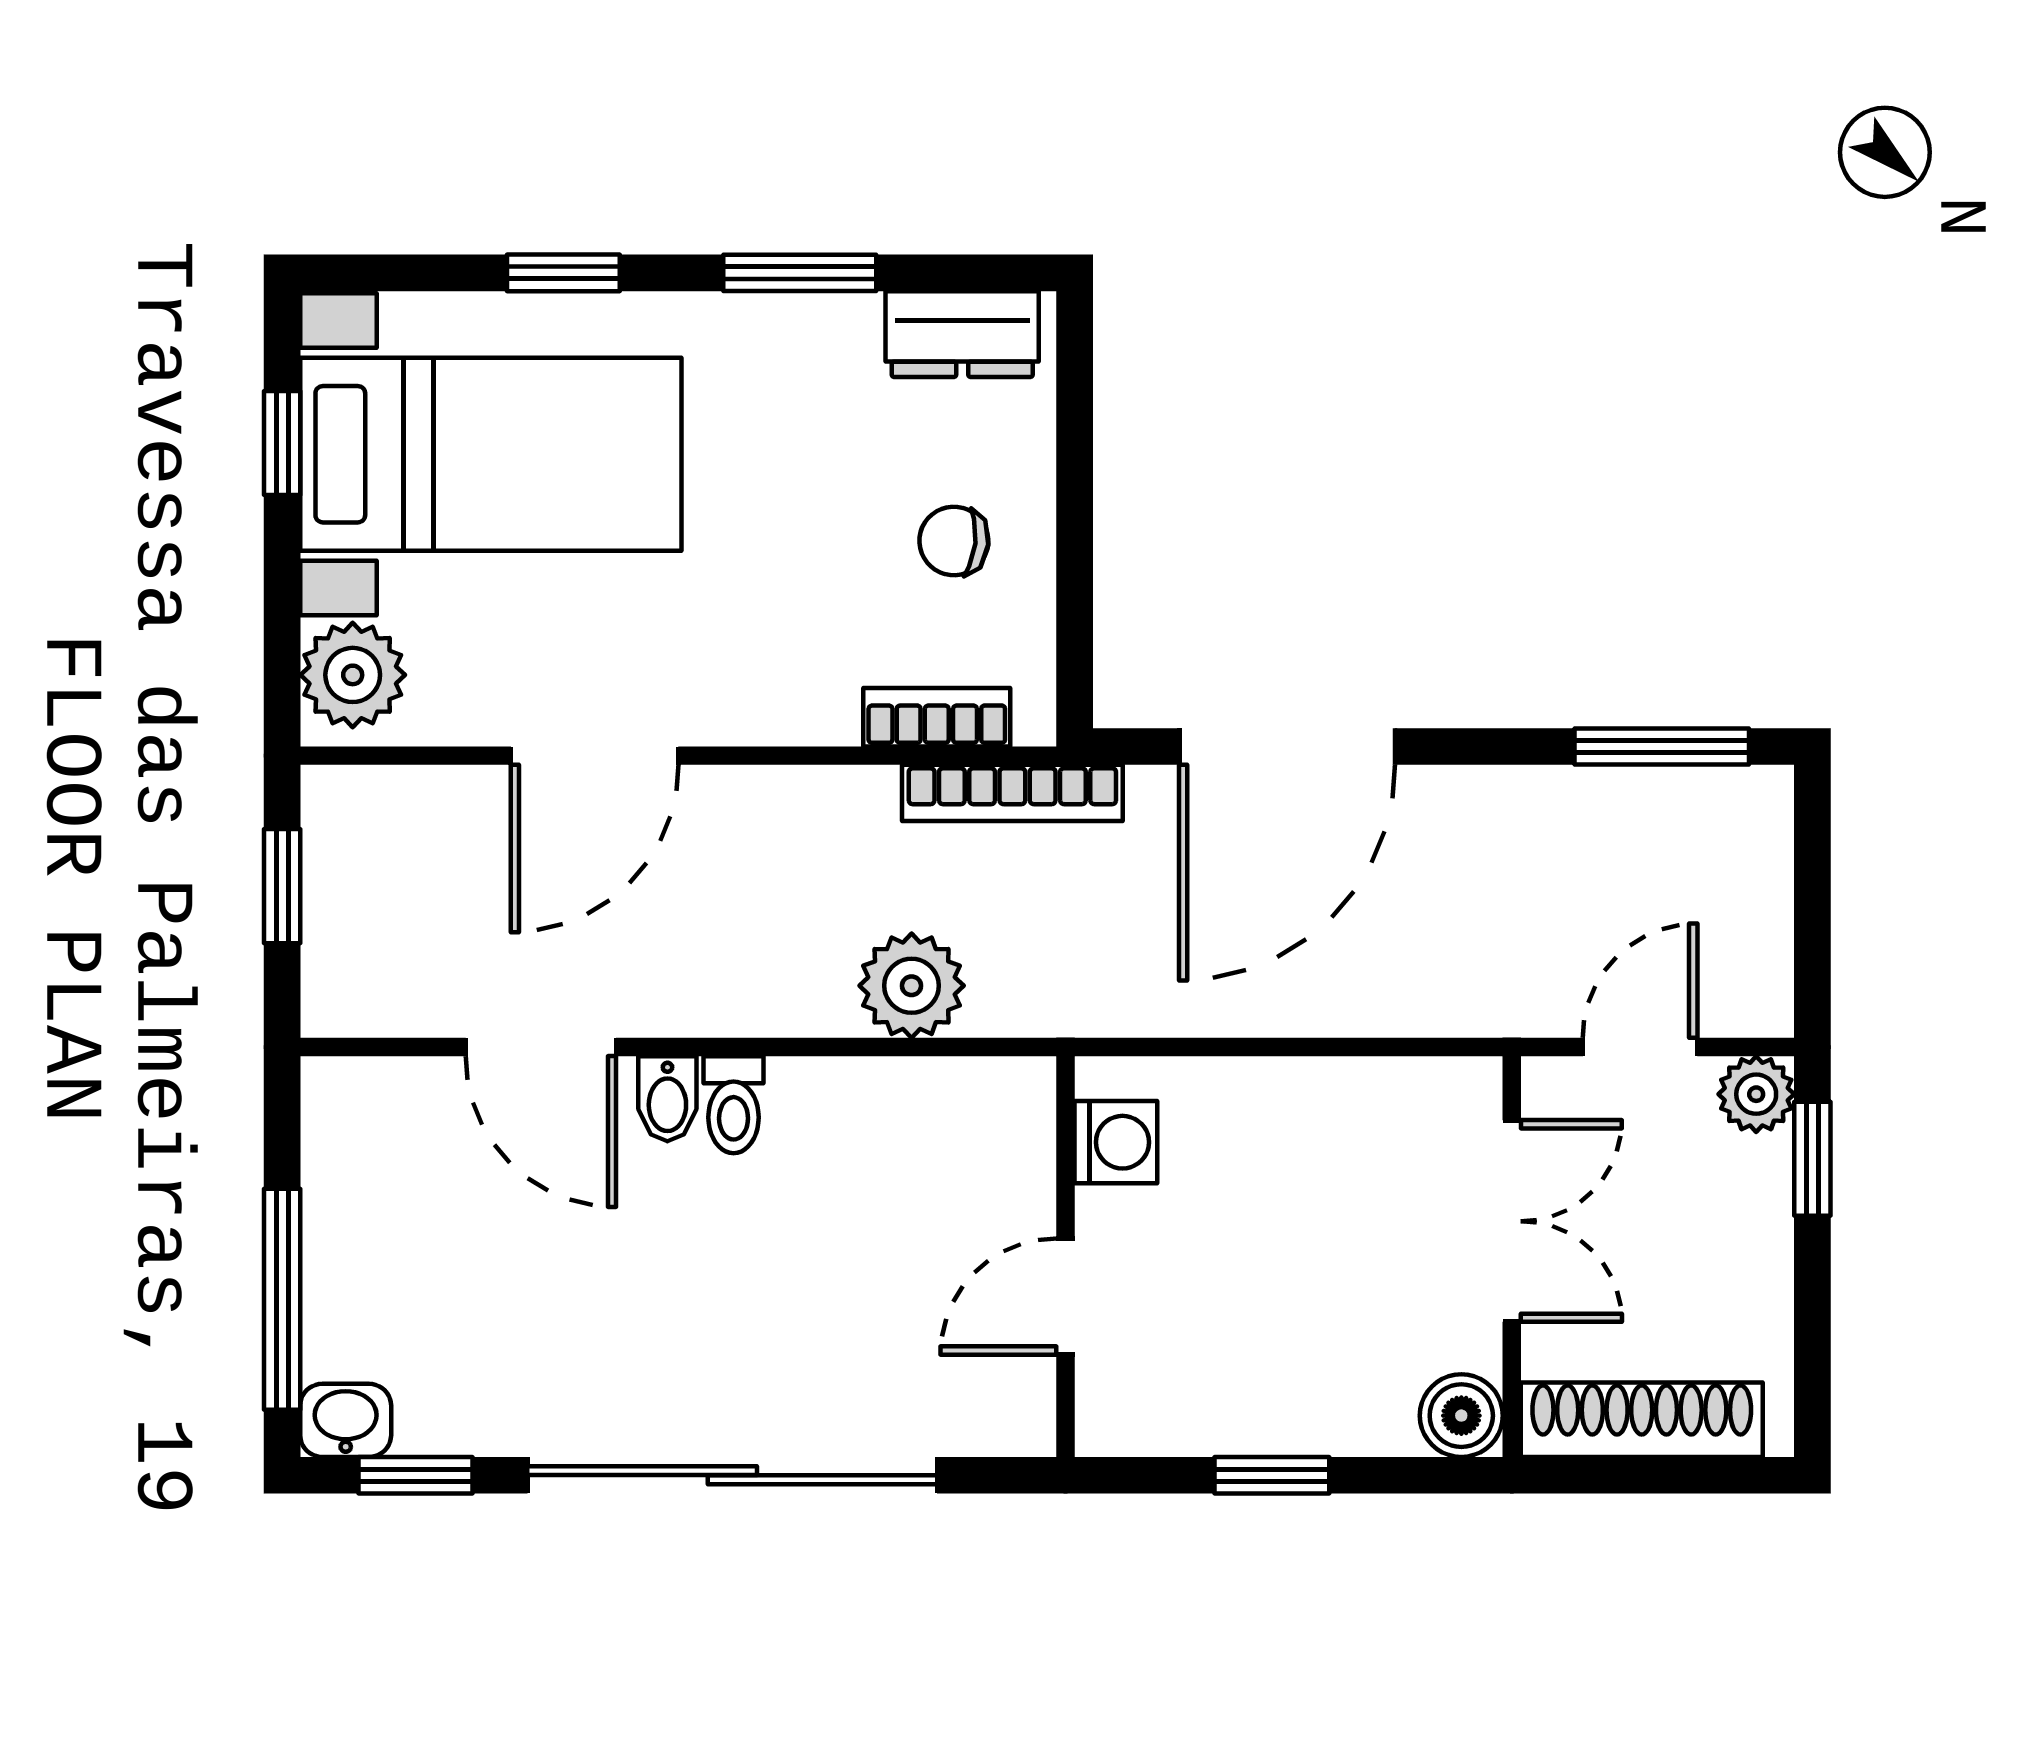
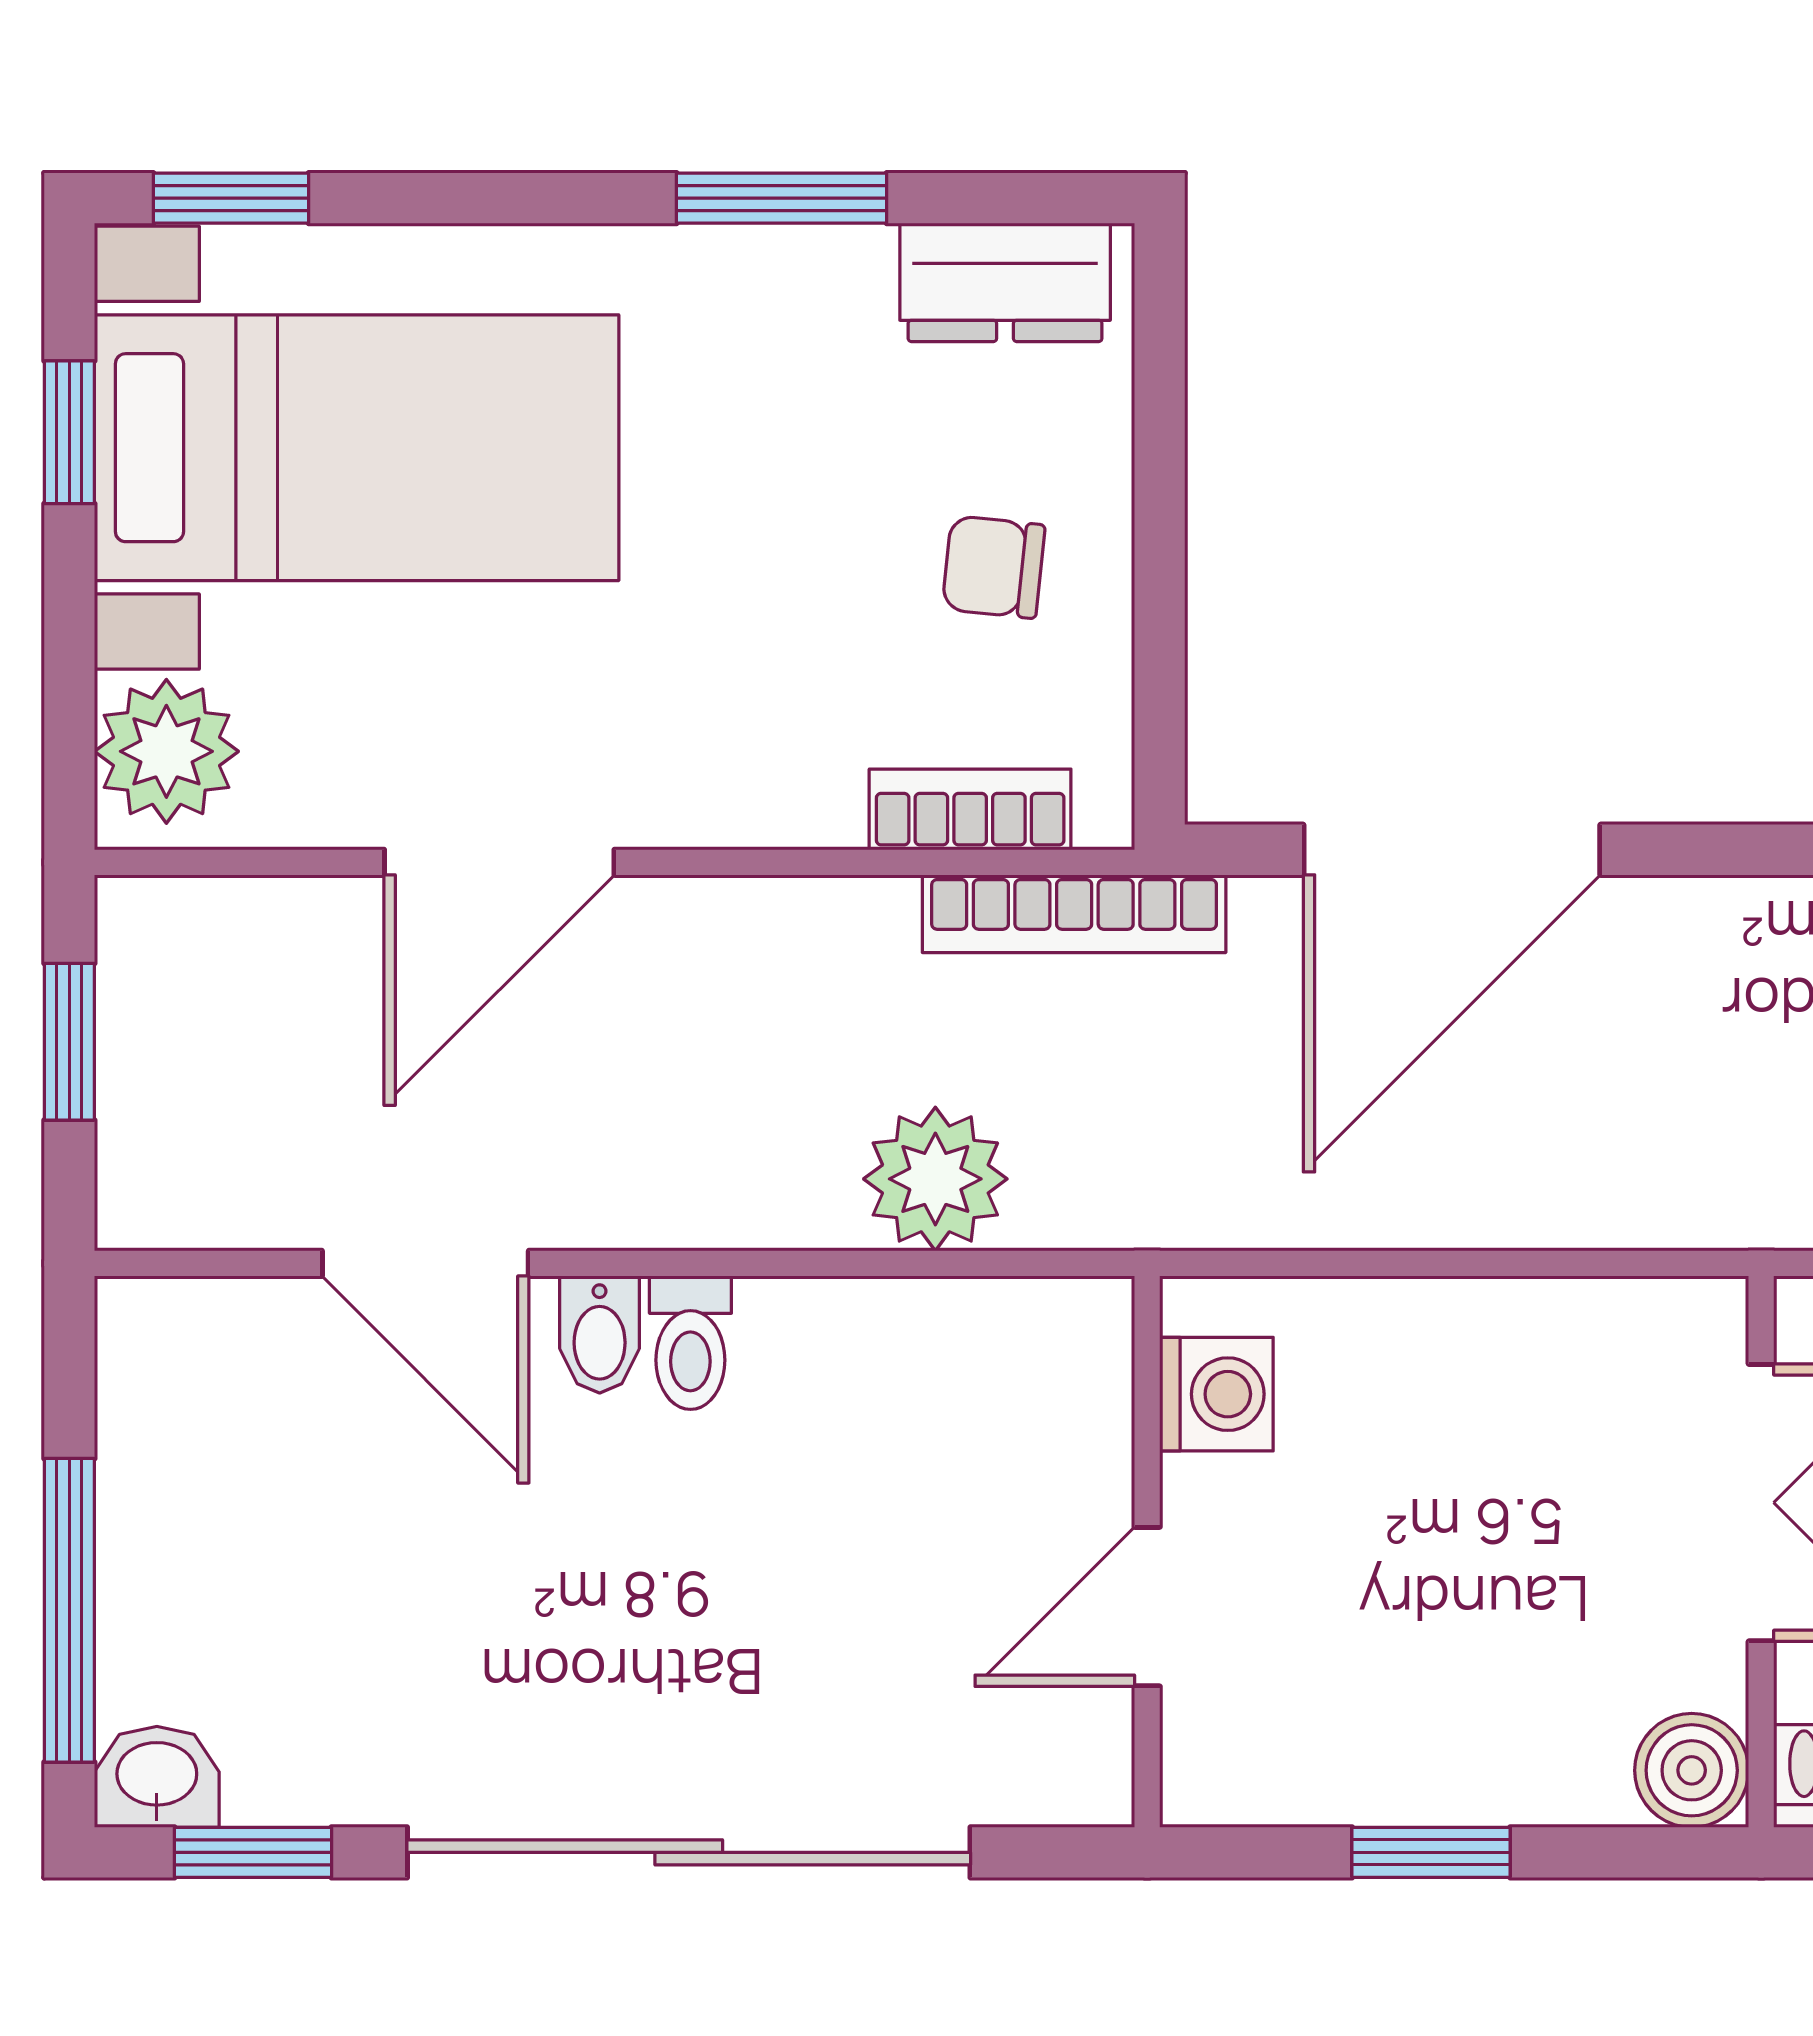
window: (563, 273) -> (231, 198), moved

